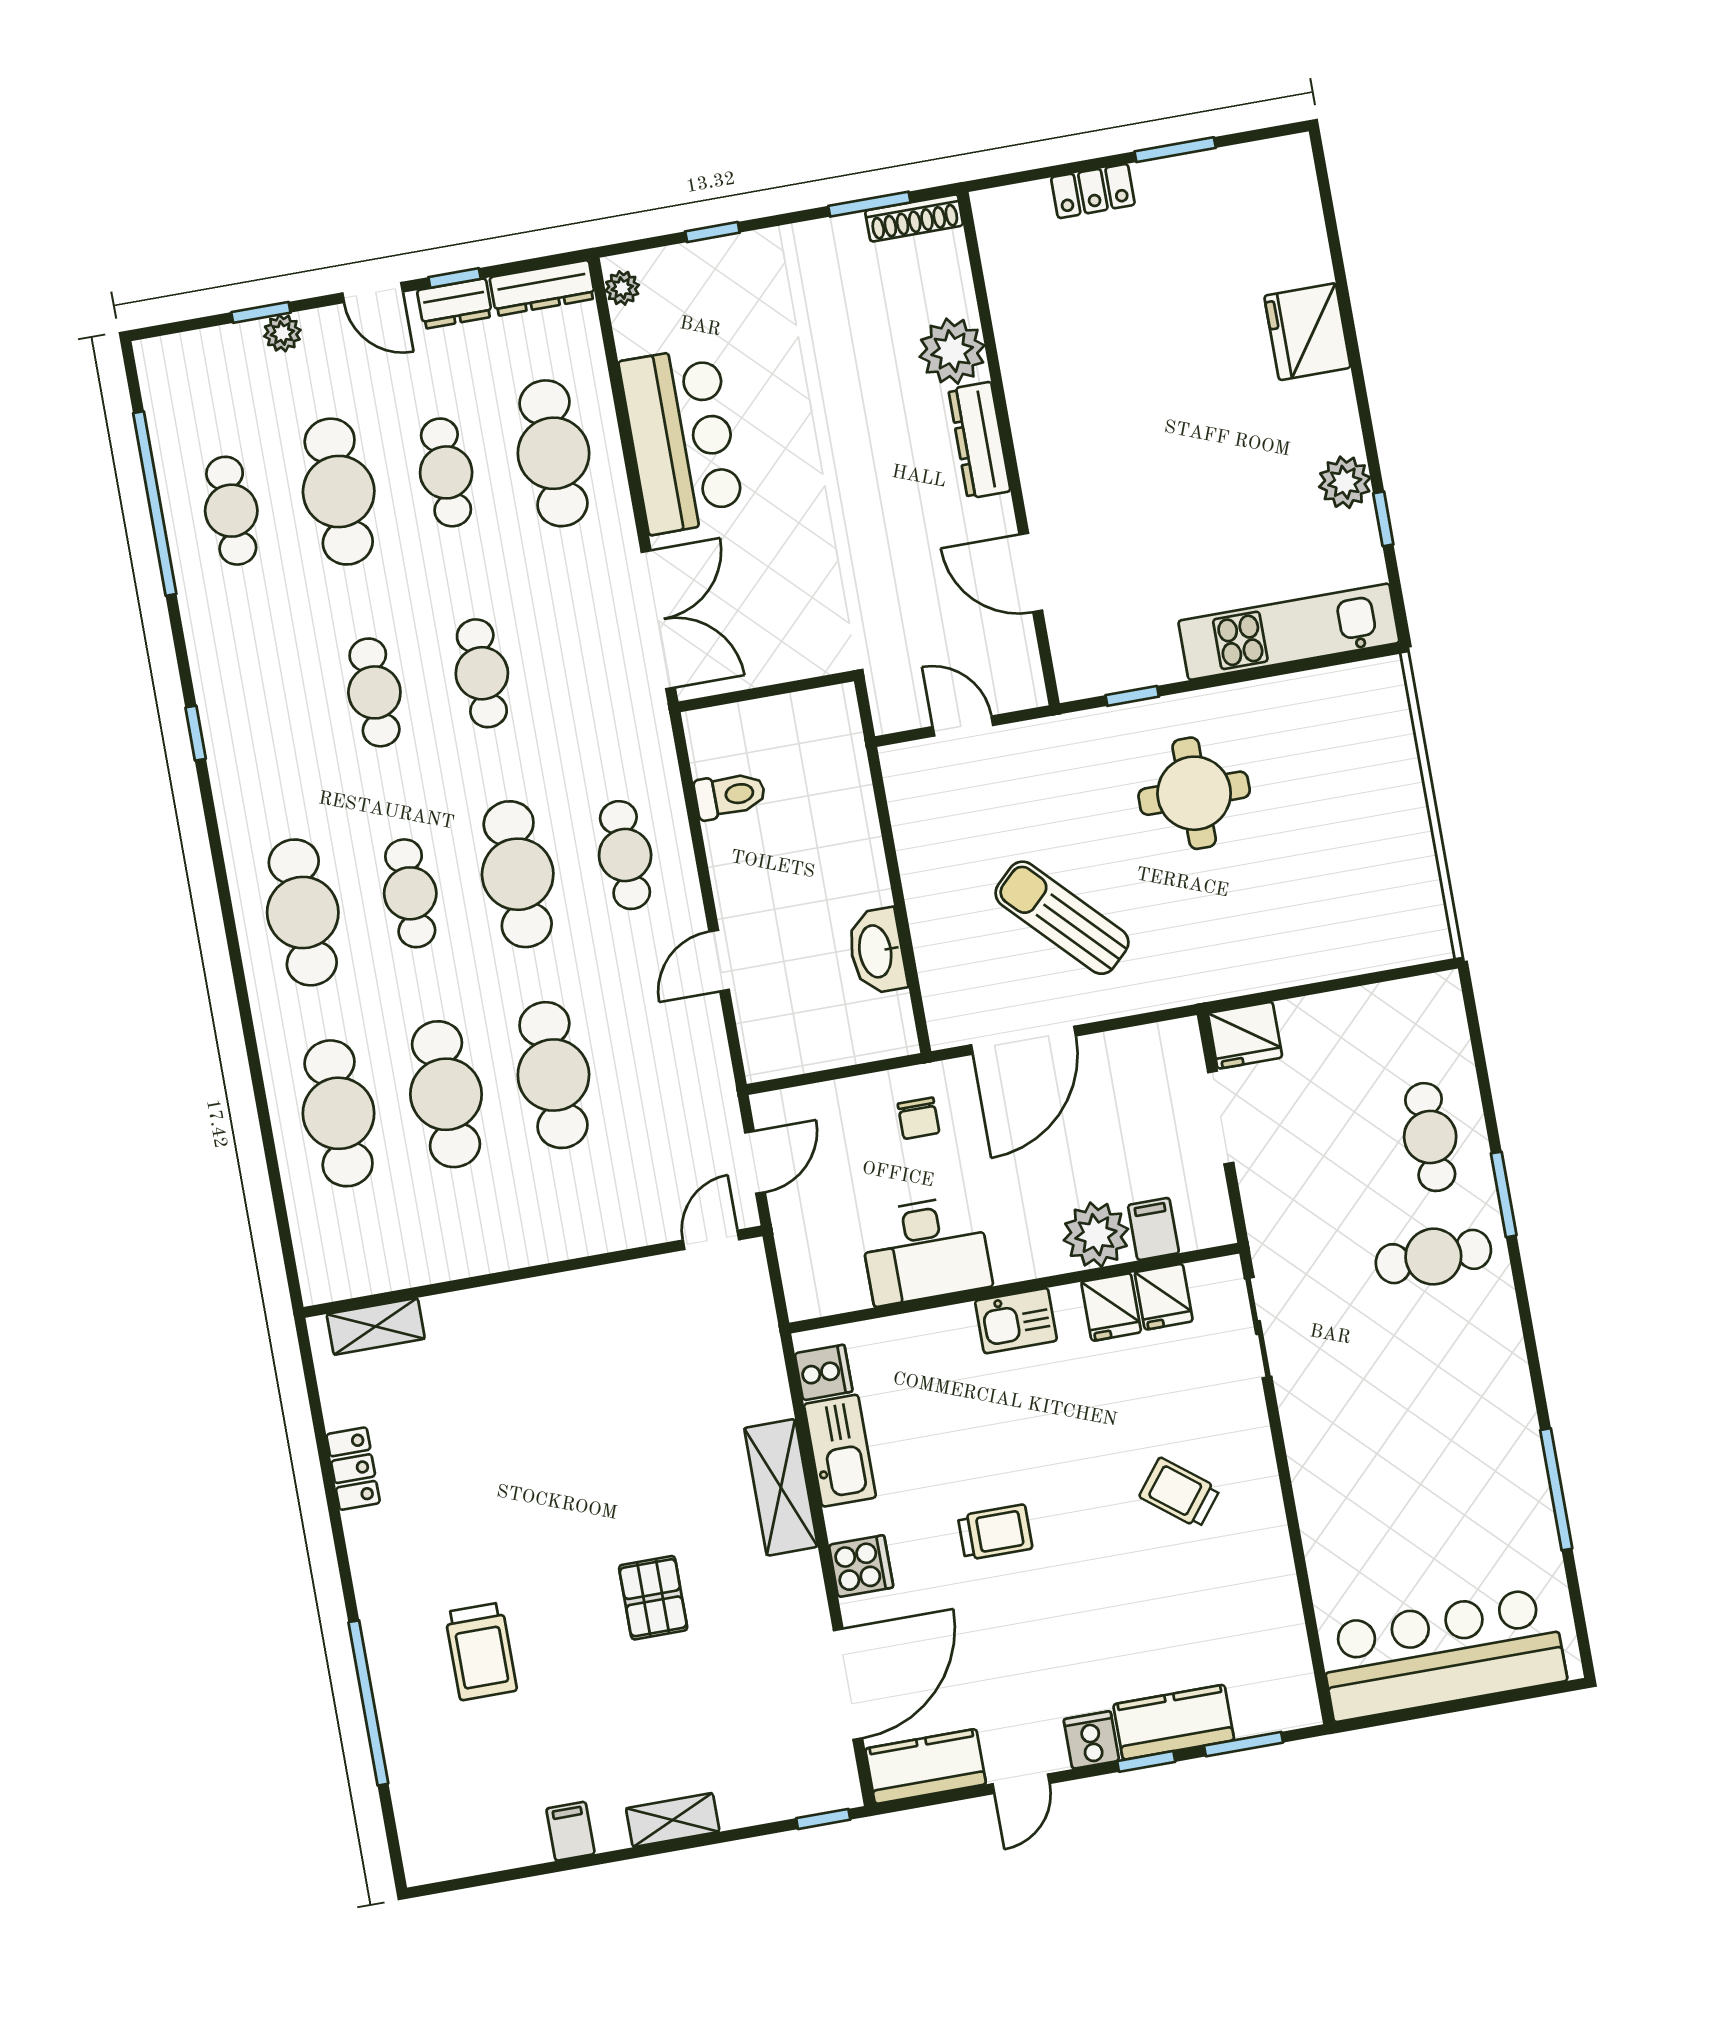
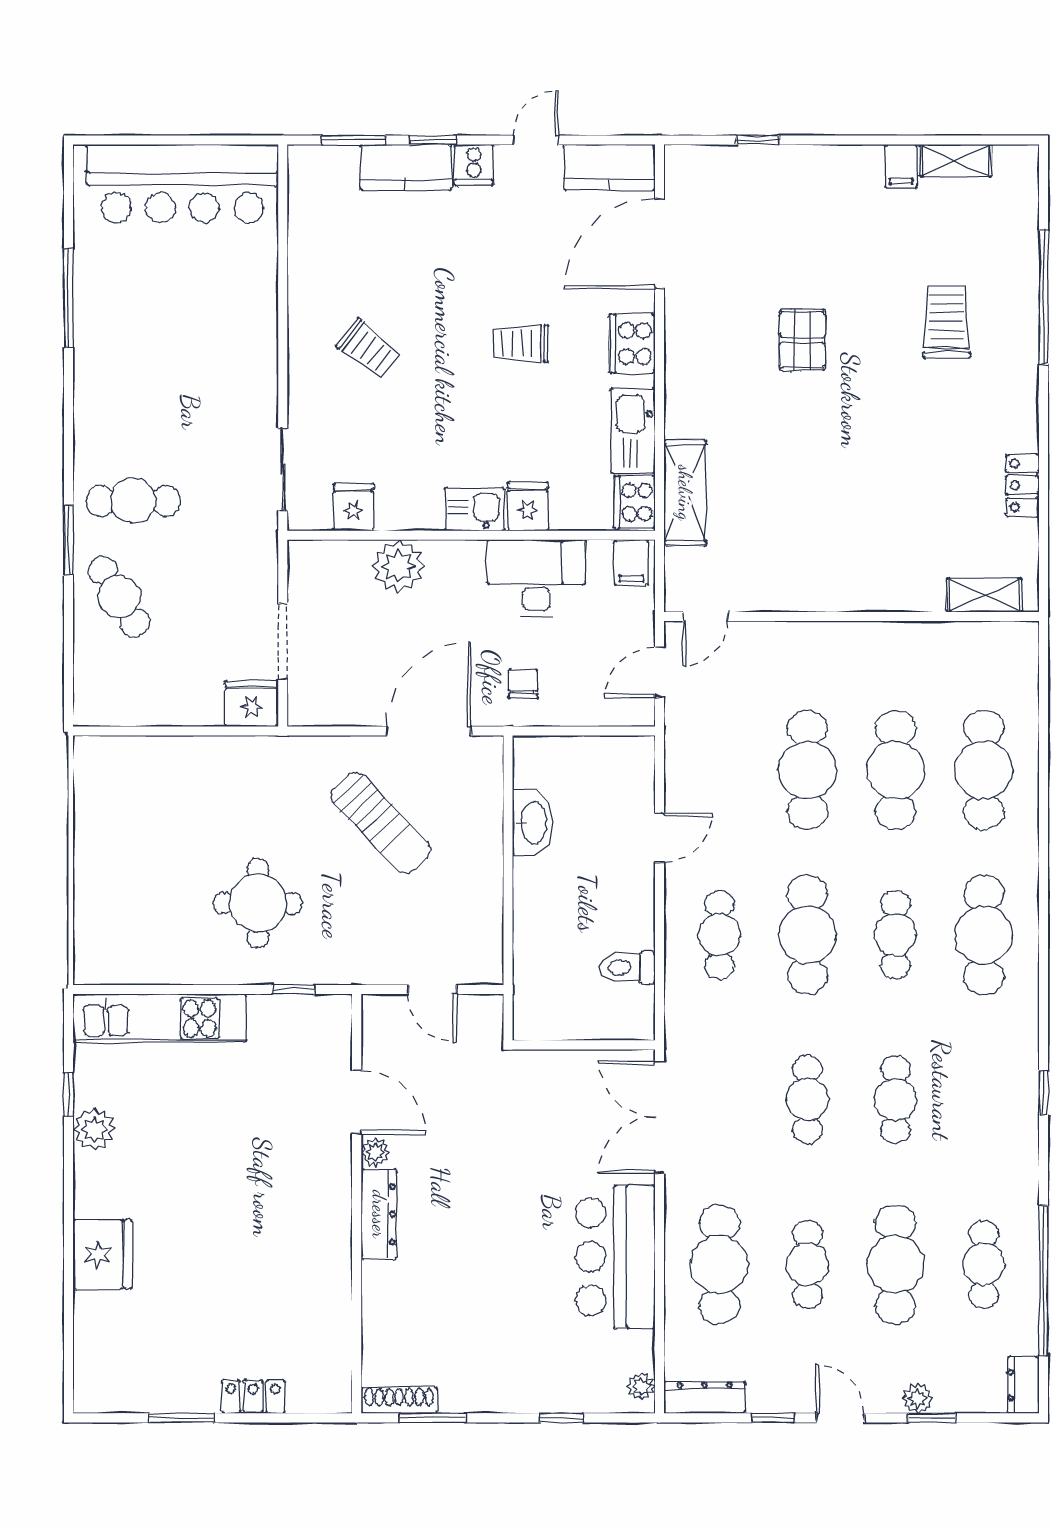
dresser: (455, 304) -> (1023, 1385), moved, turned -90
plant: (952, 351) -> (375, 1152), moved, width x0.53, depth x0.53
cafe table: (1430, 1137) -> (119, 596), turned -32
filing cabinet: (1153, 1229) -> (631, 562), moved
fridge: (1111, 1307) -> (528, 506), moved
cooker: (824, 1372) -> (635, 502), width x1.36
shelving: (781, 1487) -> (685, 493), moved
cooker: (861, 1566) -> (632, 344), width x1.36
window: (823, 1819) -> (758, 140), moved
shelving: (673, 1820) -> (956, 161), moved

